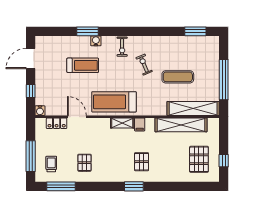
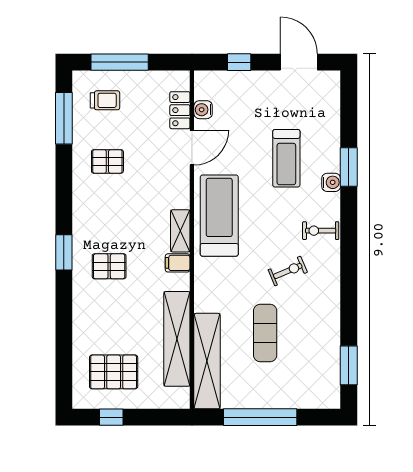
water cooler: (40, 111) -> (203, 110), moved

